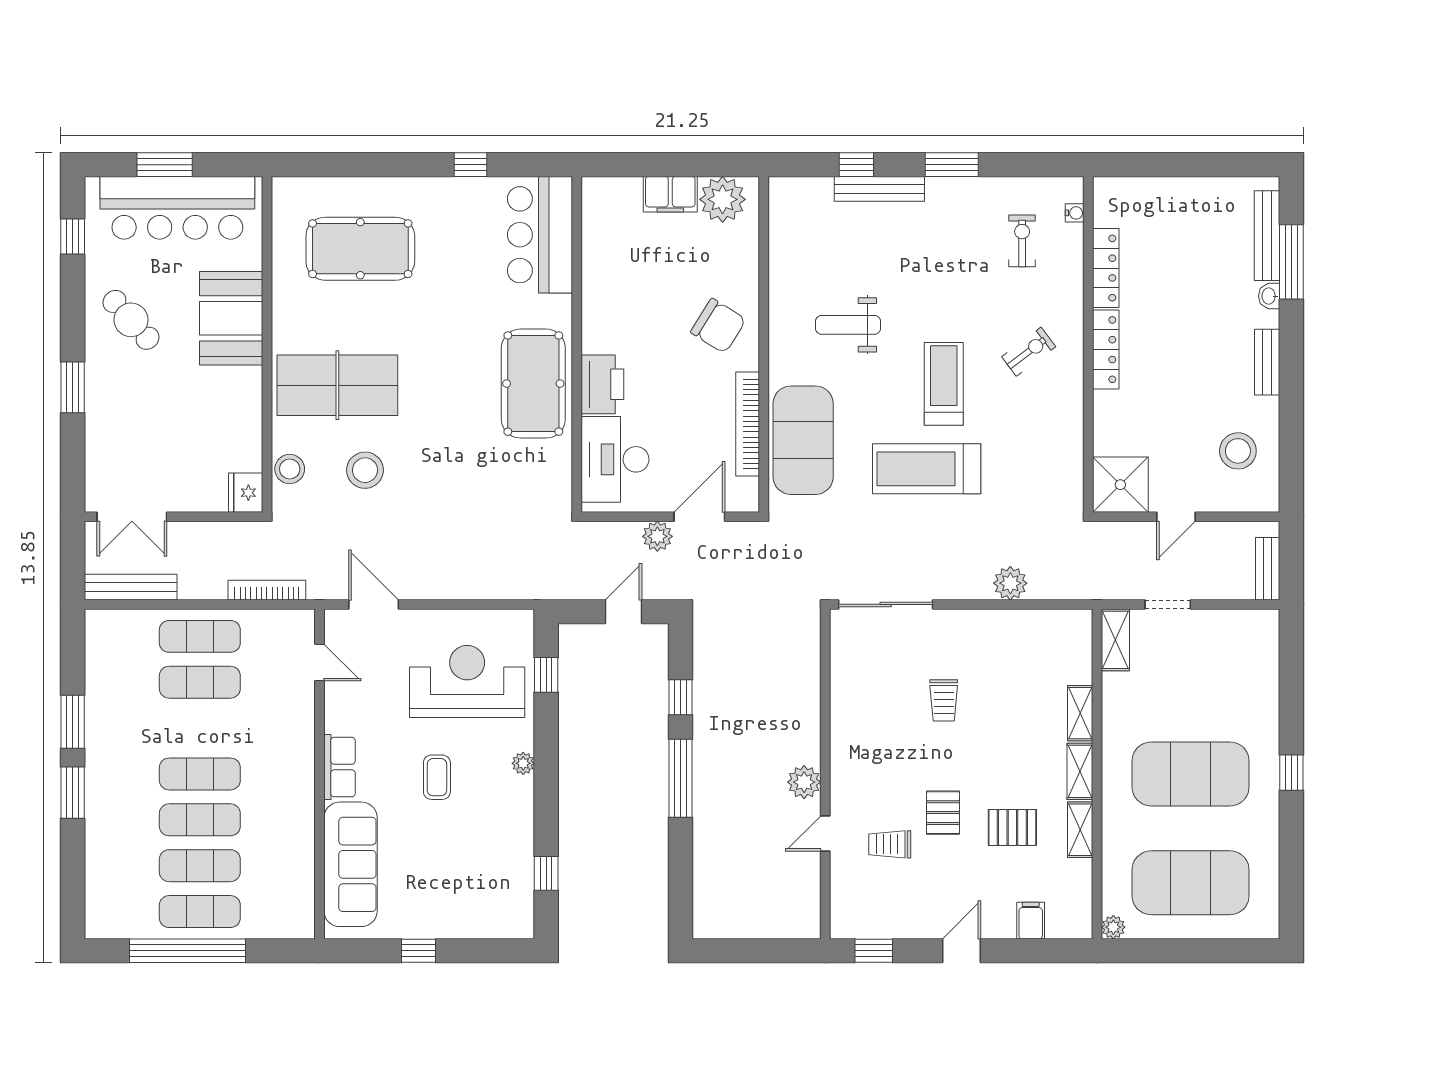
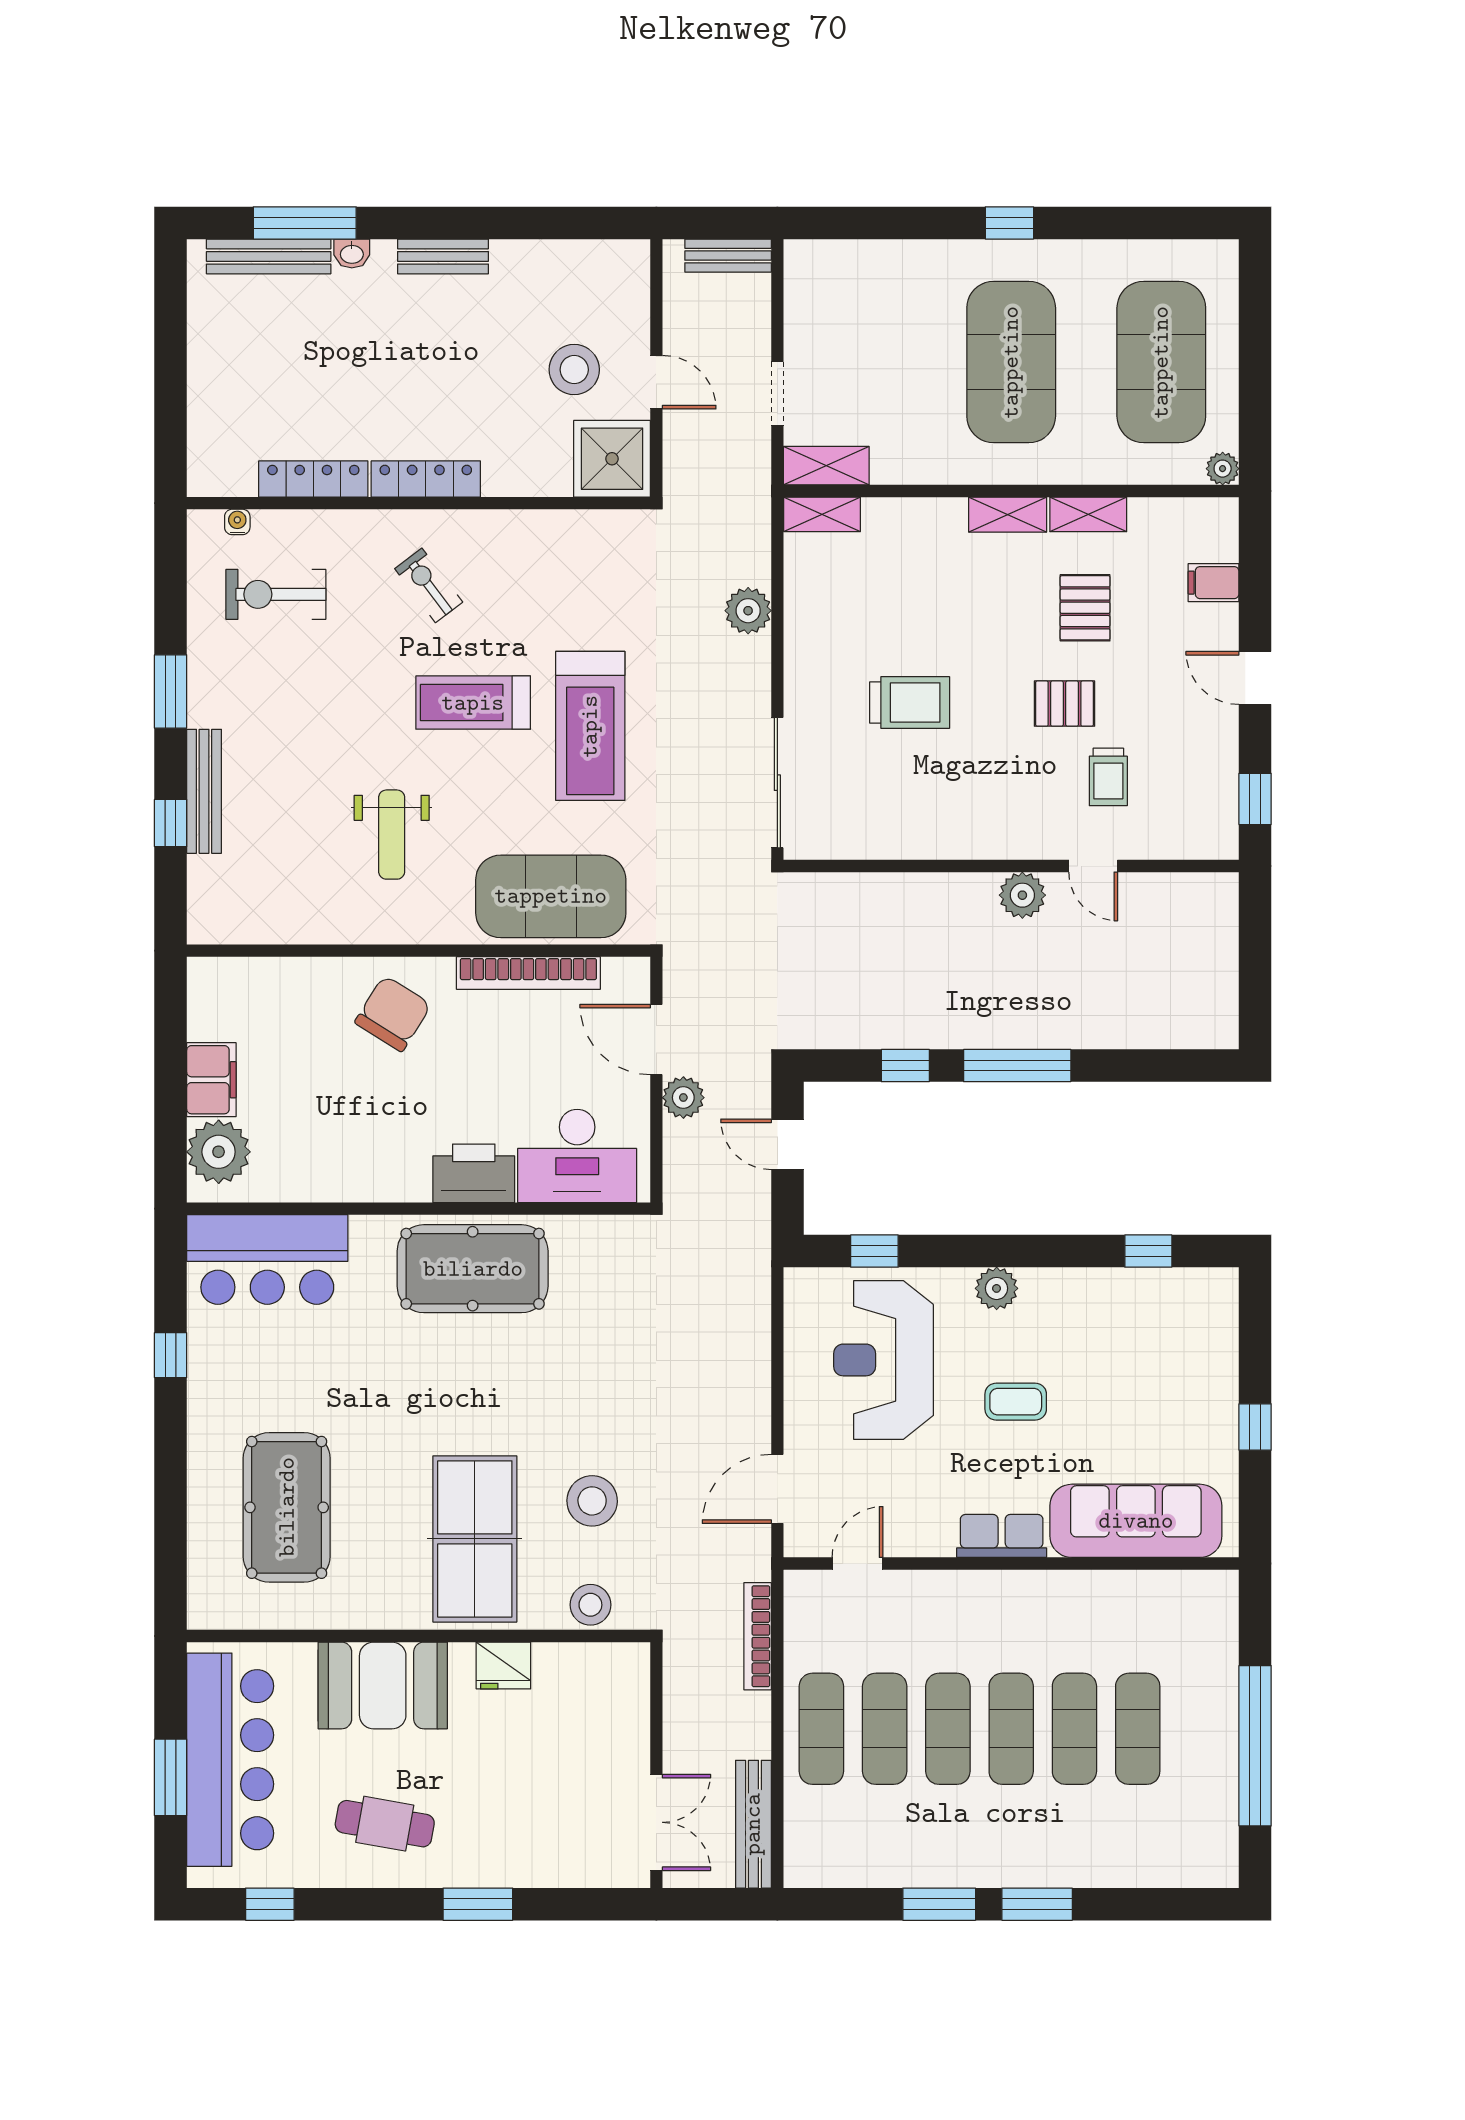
plant: (723, 199) -> (219, 1152), moved
exercise bike: (1022, 241) -> (276, 594), width x1.38, depth x1.39
cafe table: (131, 320) -> (385, 1824), turned 52
stool: (1238, 451) -> (574, 370), moved
fridge: (246, 493) -> (503, 1666), moved
trolley: (944, 700) -> (910, 702), width x1.36, depth x1.39
shelving: (1080, 713) -> (822, 514), moved
plant: (523, 763) -> (997, 1288), width x1.38, depth x1.38
exercise mat: (200, 912) -> (948, 1729), moved

